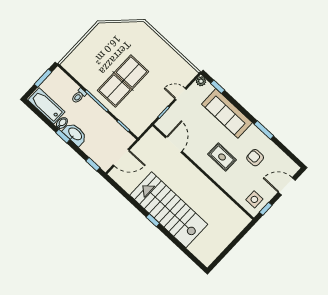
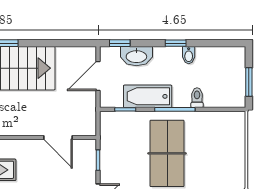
bathtub: (46, 106) -> (148, 96), moved, turned 180
washbasin: (75, 134) -> (136, 56), moved

